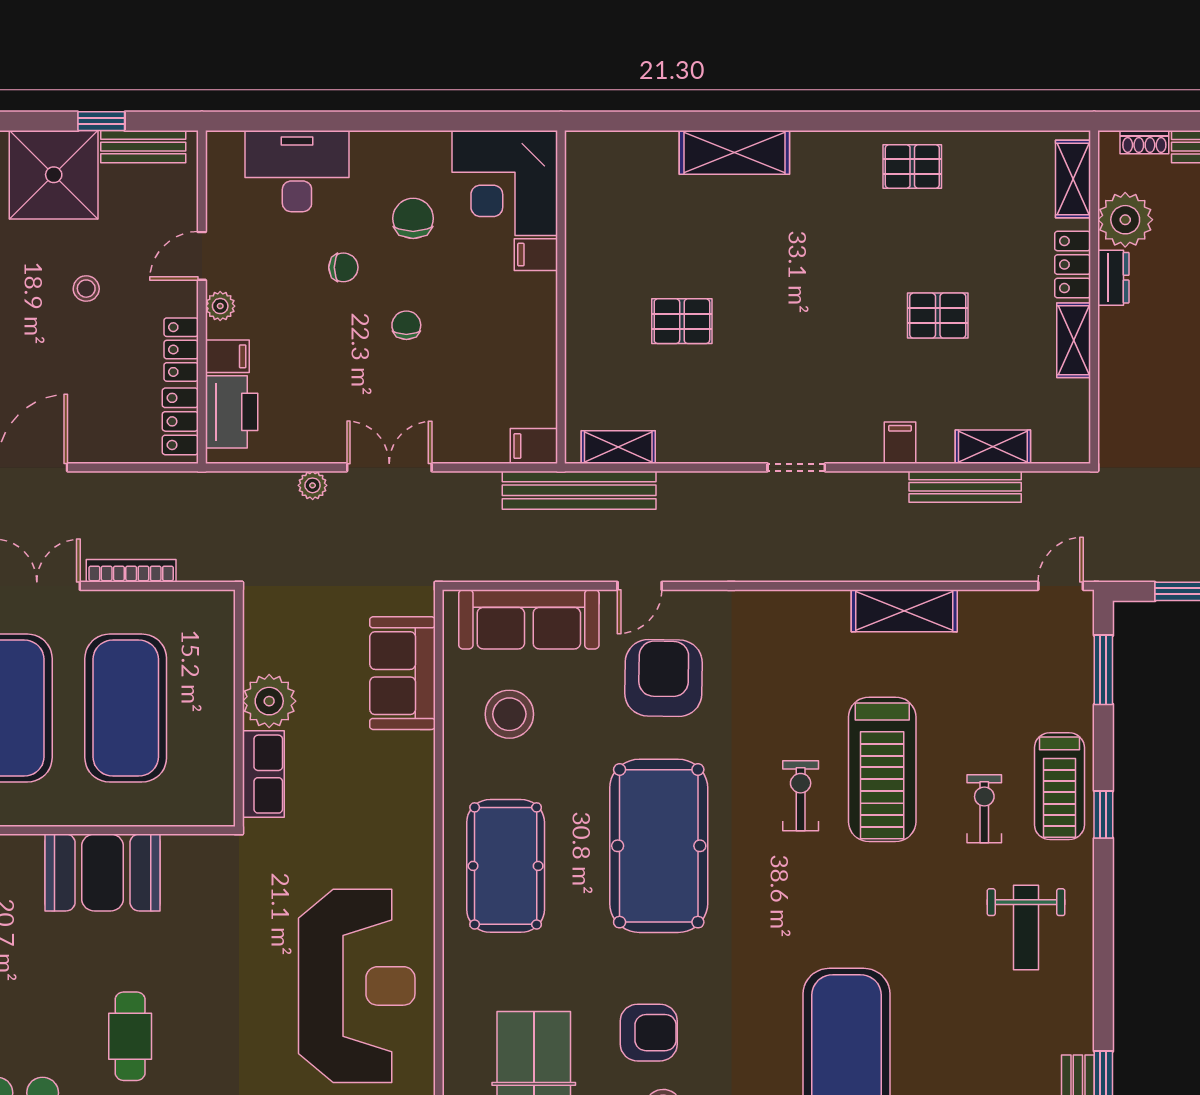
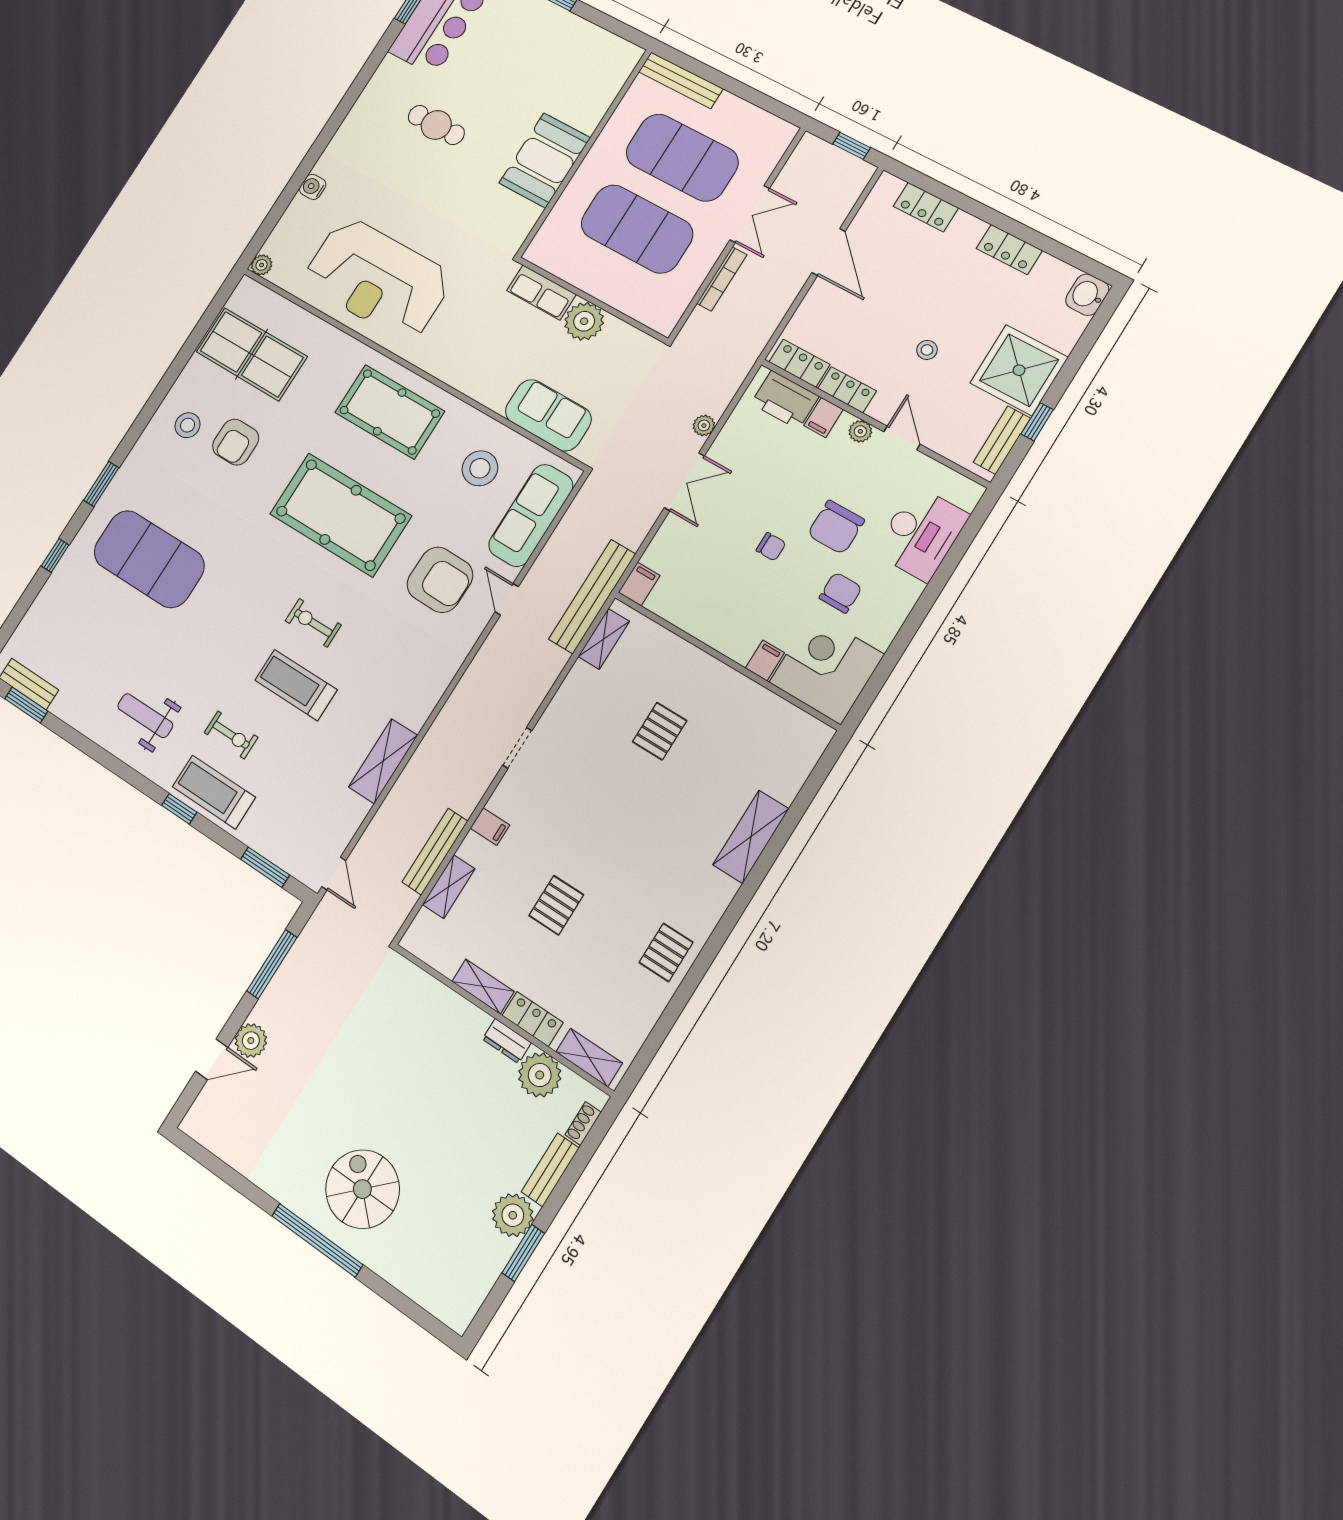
chair: (413, 218) -> (840, 593), turned -90
chair: (343, 267) -> (836, 527), width x1.87, depth x1.87
treadmill: (882, 769) -> (296, 685), width x0.73, depth x0.73
exercise bike: (801, 796) -> (313, 623), turned 180

